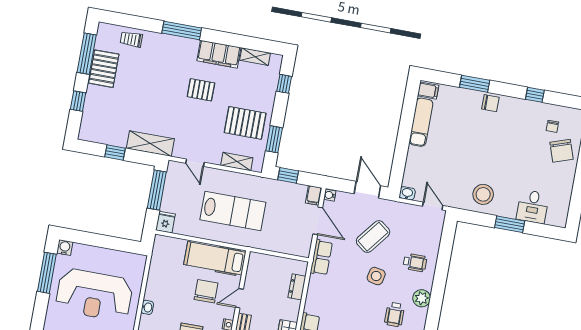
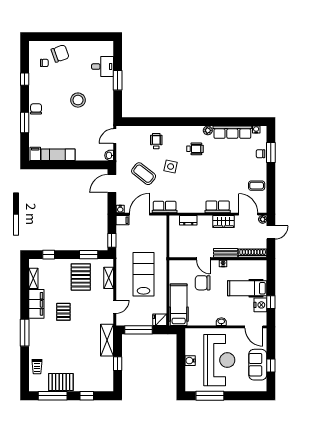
stool: (483, 194) -> (78, 100), moved
water cooler: (65, 248) -> (190, 361), moved
hospital bed: (215, 258) -> (179, 305), moved, turned 180
plant: (422, 298) -> (180, 132), removed

